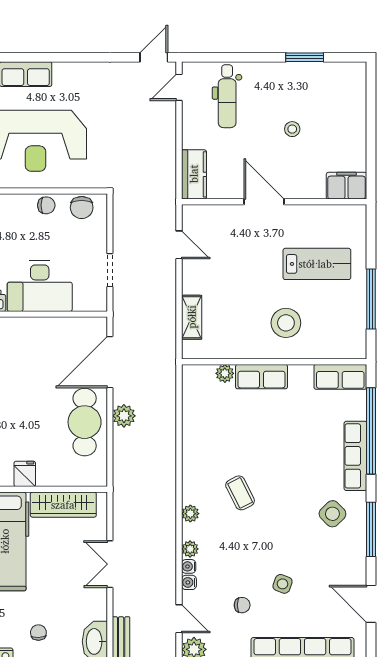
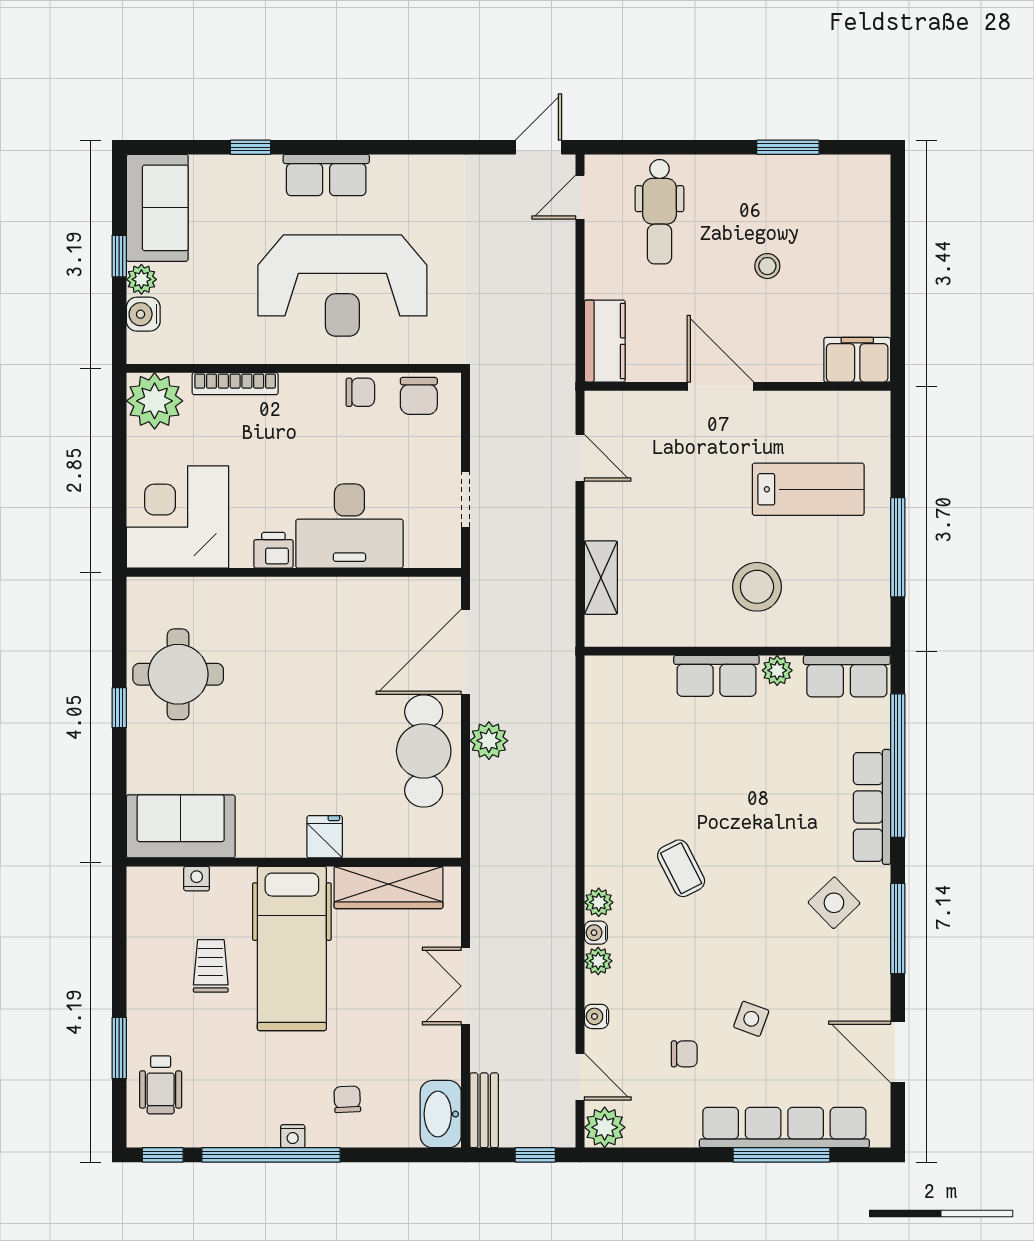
plant: (225, 373) -> (777, 670), moved
water cooler: (189, 566) -> (596, 933), moved

